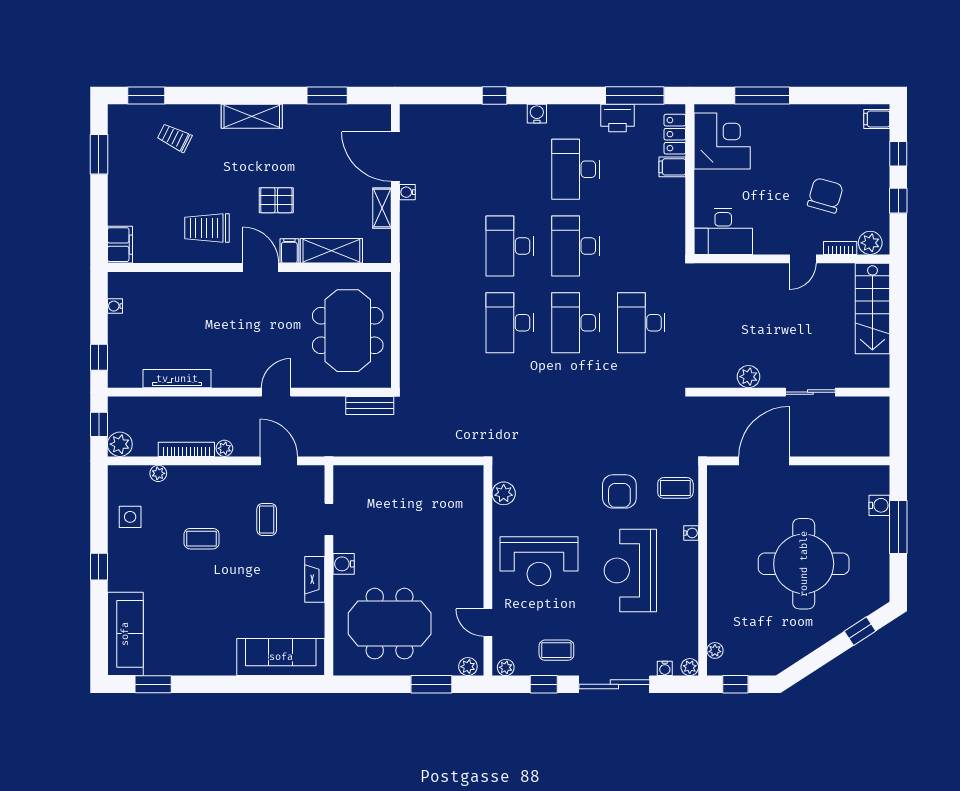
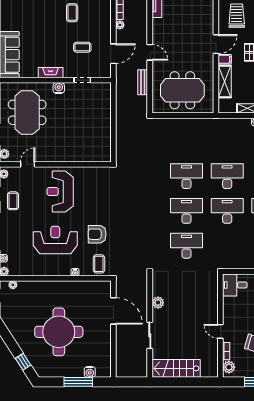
desk: (723, 232) -> (235, 285), width x0.73
stairs: (872, 308) -> (176, 368), moved
bench: (370, 405) -> (143, 82), moved
plant: (504, 493) -> (96, 173), removed

